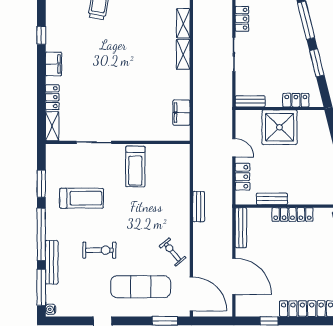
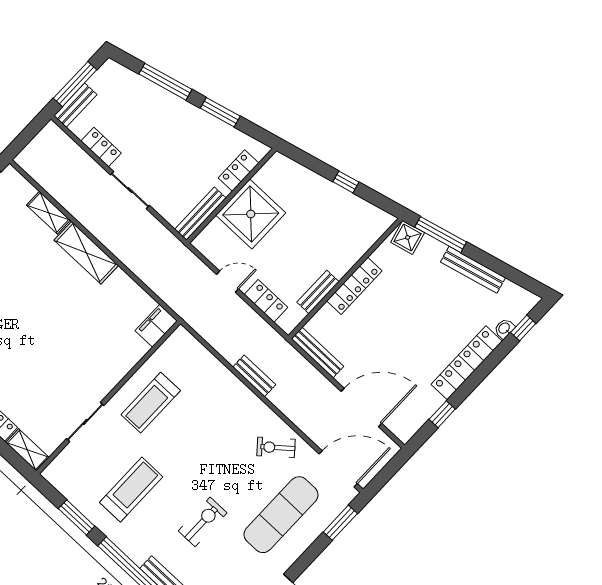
shelving: (183, 54) -> (86, 253), width x1.50, depth x1.33
bench: (250, 101) -> (200, 214), width x1.36
filing cabinet: (181, 113) -> (156, 326), moved, turned 90
treadmill: (135, 167) -> (151, 403), turned 90

